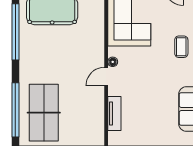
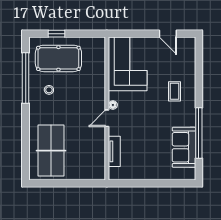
stool: (42, 45) -> (49, 90), added
window: (15, 110) -> (26, 148), removed

